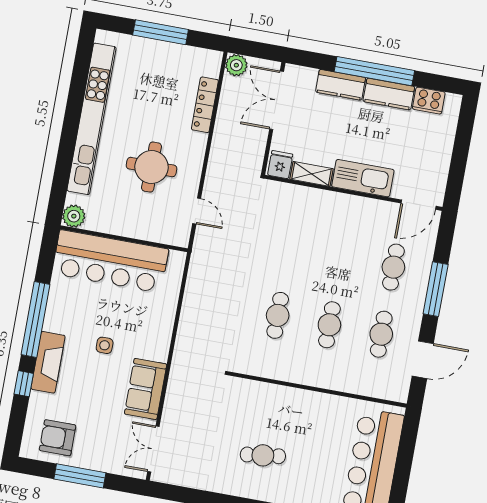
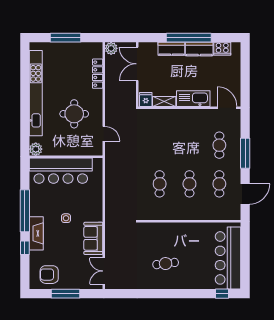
door: (419, 205) -> (227, 108), swing flipped

